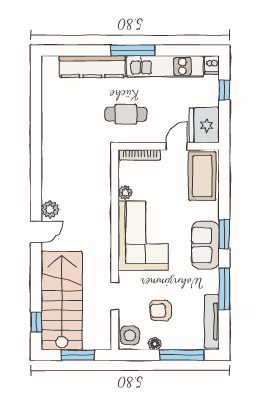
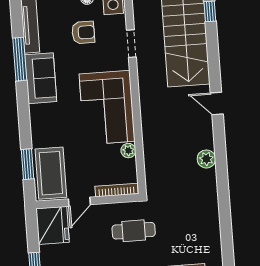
plant: (50, 210) -> (206, 159), moved
door: (36, 232) -> (217, 104), hinge flipped
window: (224, 234) -> (27, 164), moved
sofa: (205, 245) -> (41, 78), moved

